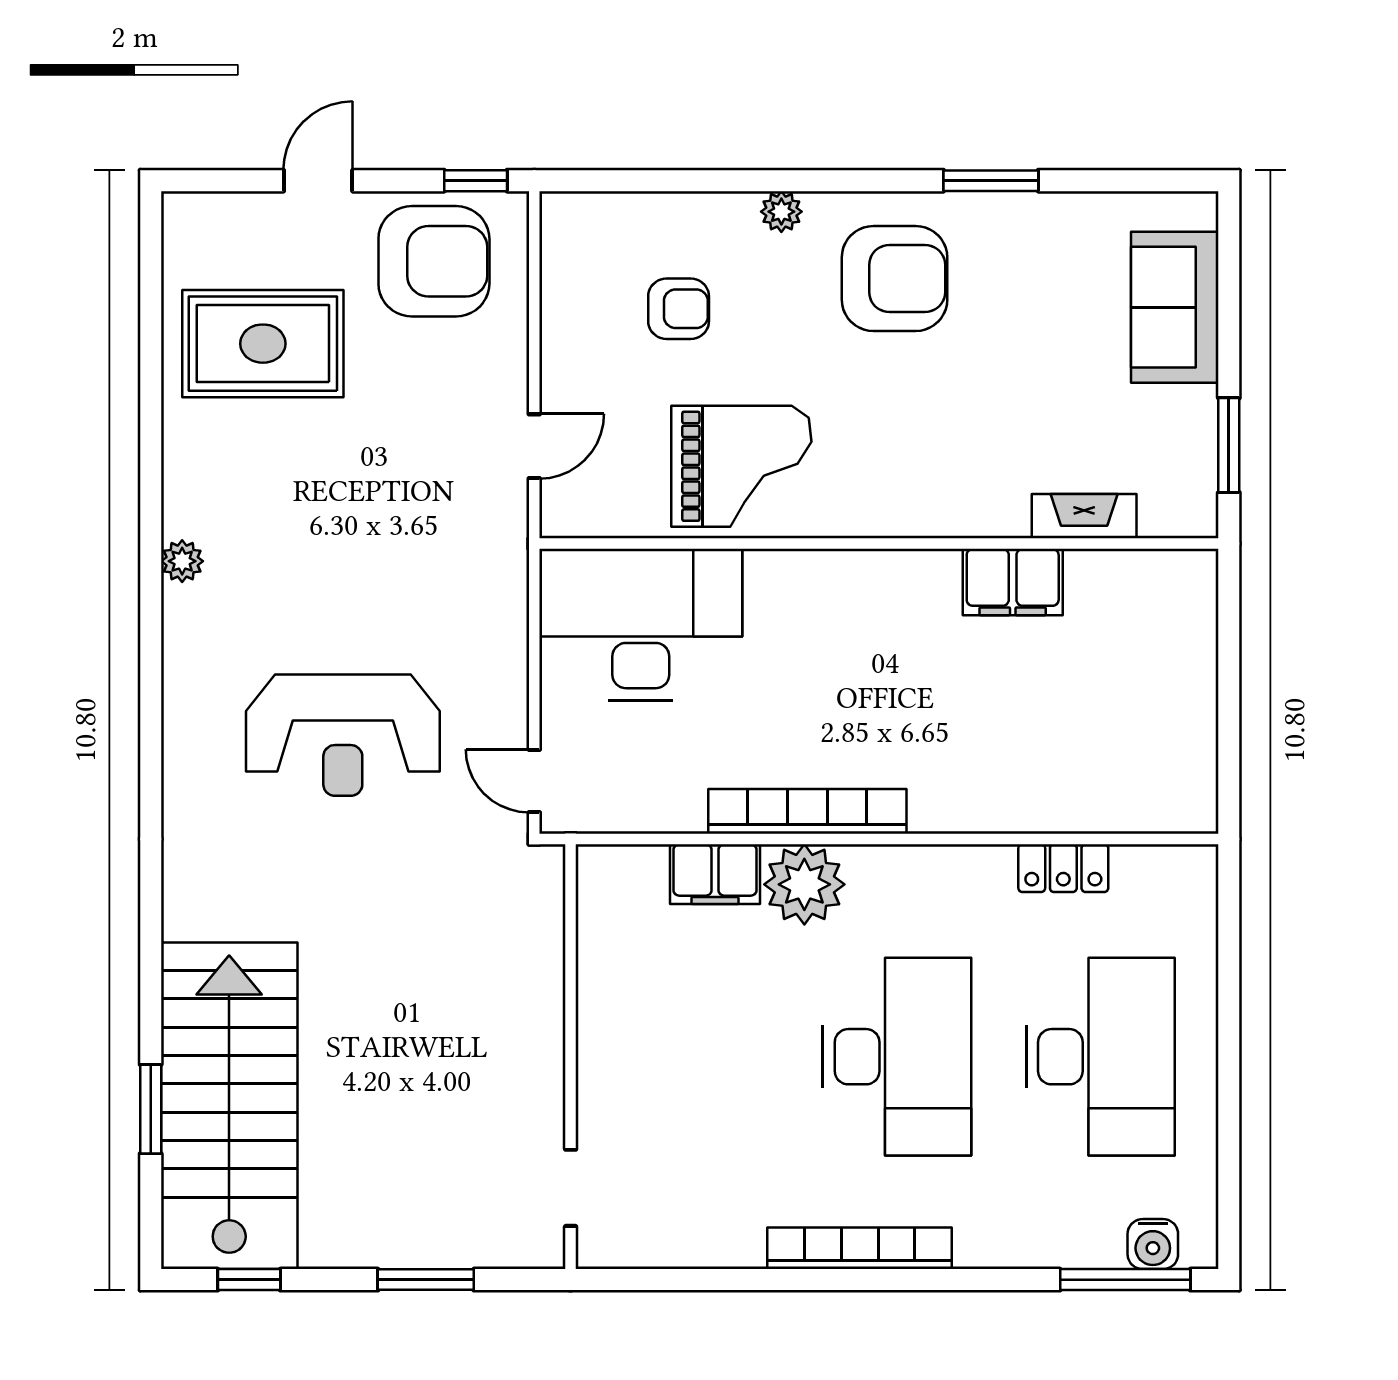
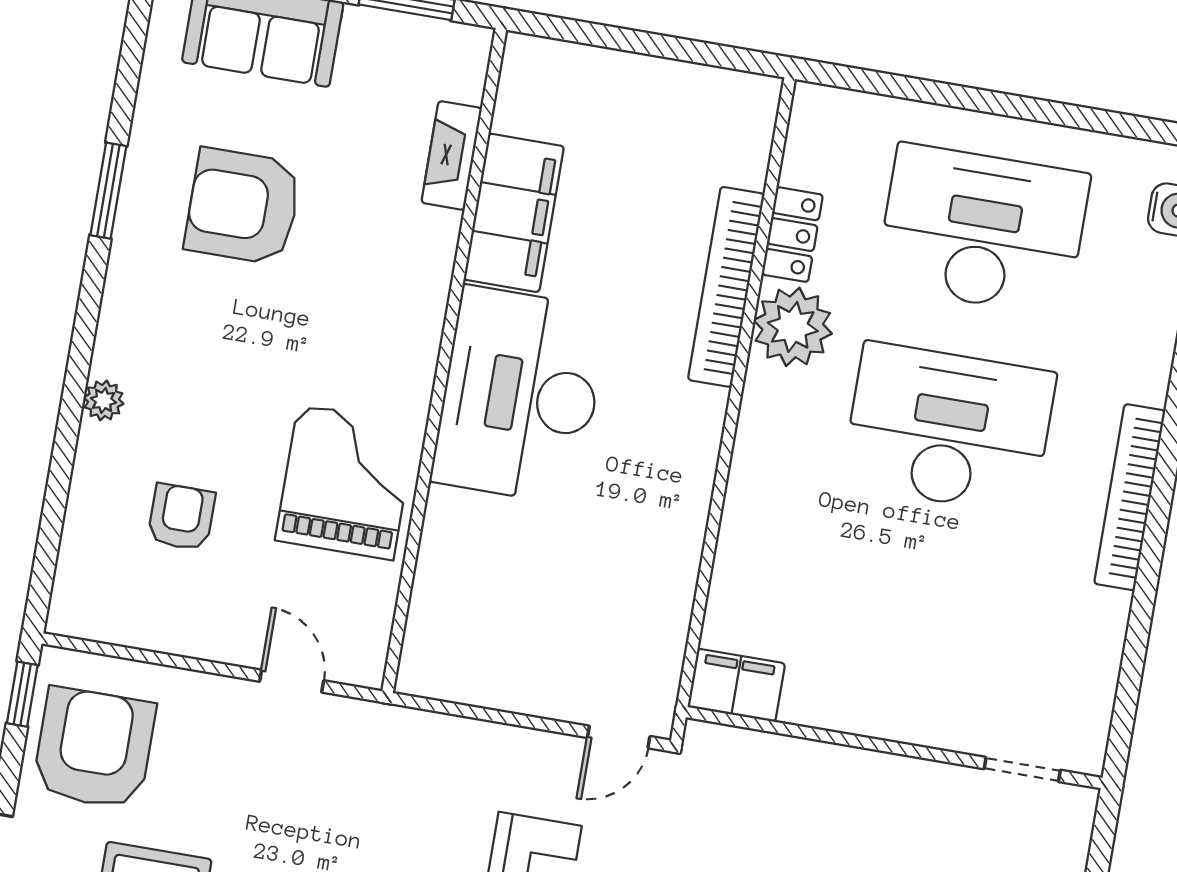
armchair: (895, 279) -> (243, 206), moved, turned -90
filing cabinet: (1013, 582) -> (514, 213), width x1.50, depth x1.17
desk: (641, 625) -> (520, 395), moved
bookcase: (807, 811) -> (726, 287), moved
filing cabinet: (715, 874) -> (736, 685), moved, turned -90
plant: (804, 884) -> (793, 327), moved

